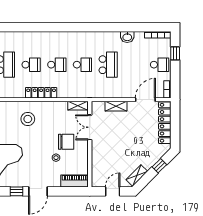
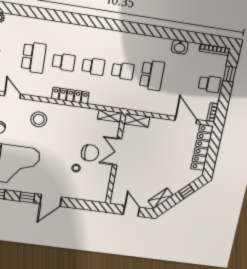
door: (145, 100) -> (186, 120), hinge flipped
shelving: (116, 106) -> (137, 120), moved
stool: (28, 119) -> (39, 119), moved
double door: (90, 127) -> (117, 152), moved
piano: (75, 181) -> (92, 195), removed
door: (113, 191) -> (131, 211), hinge flipped

